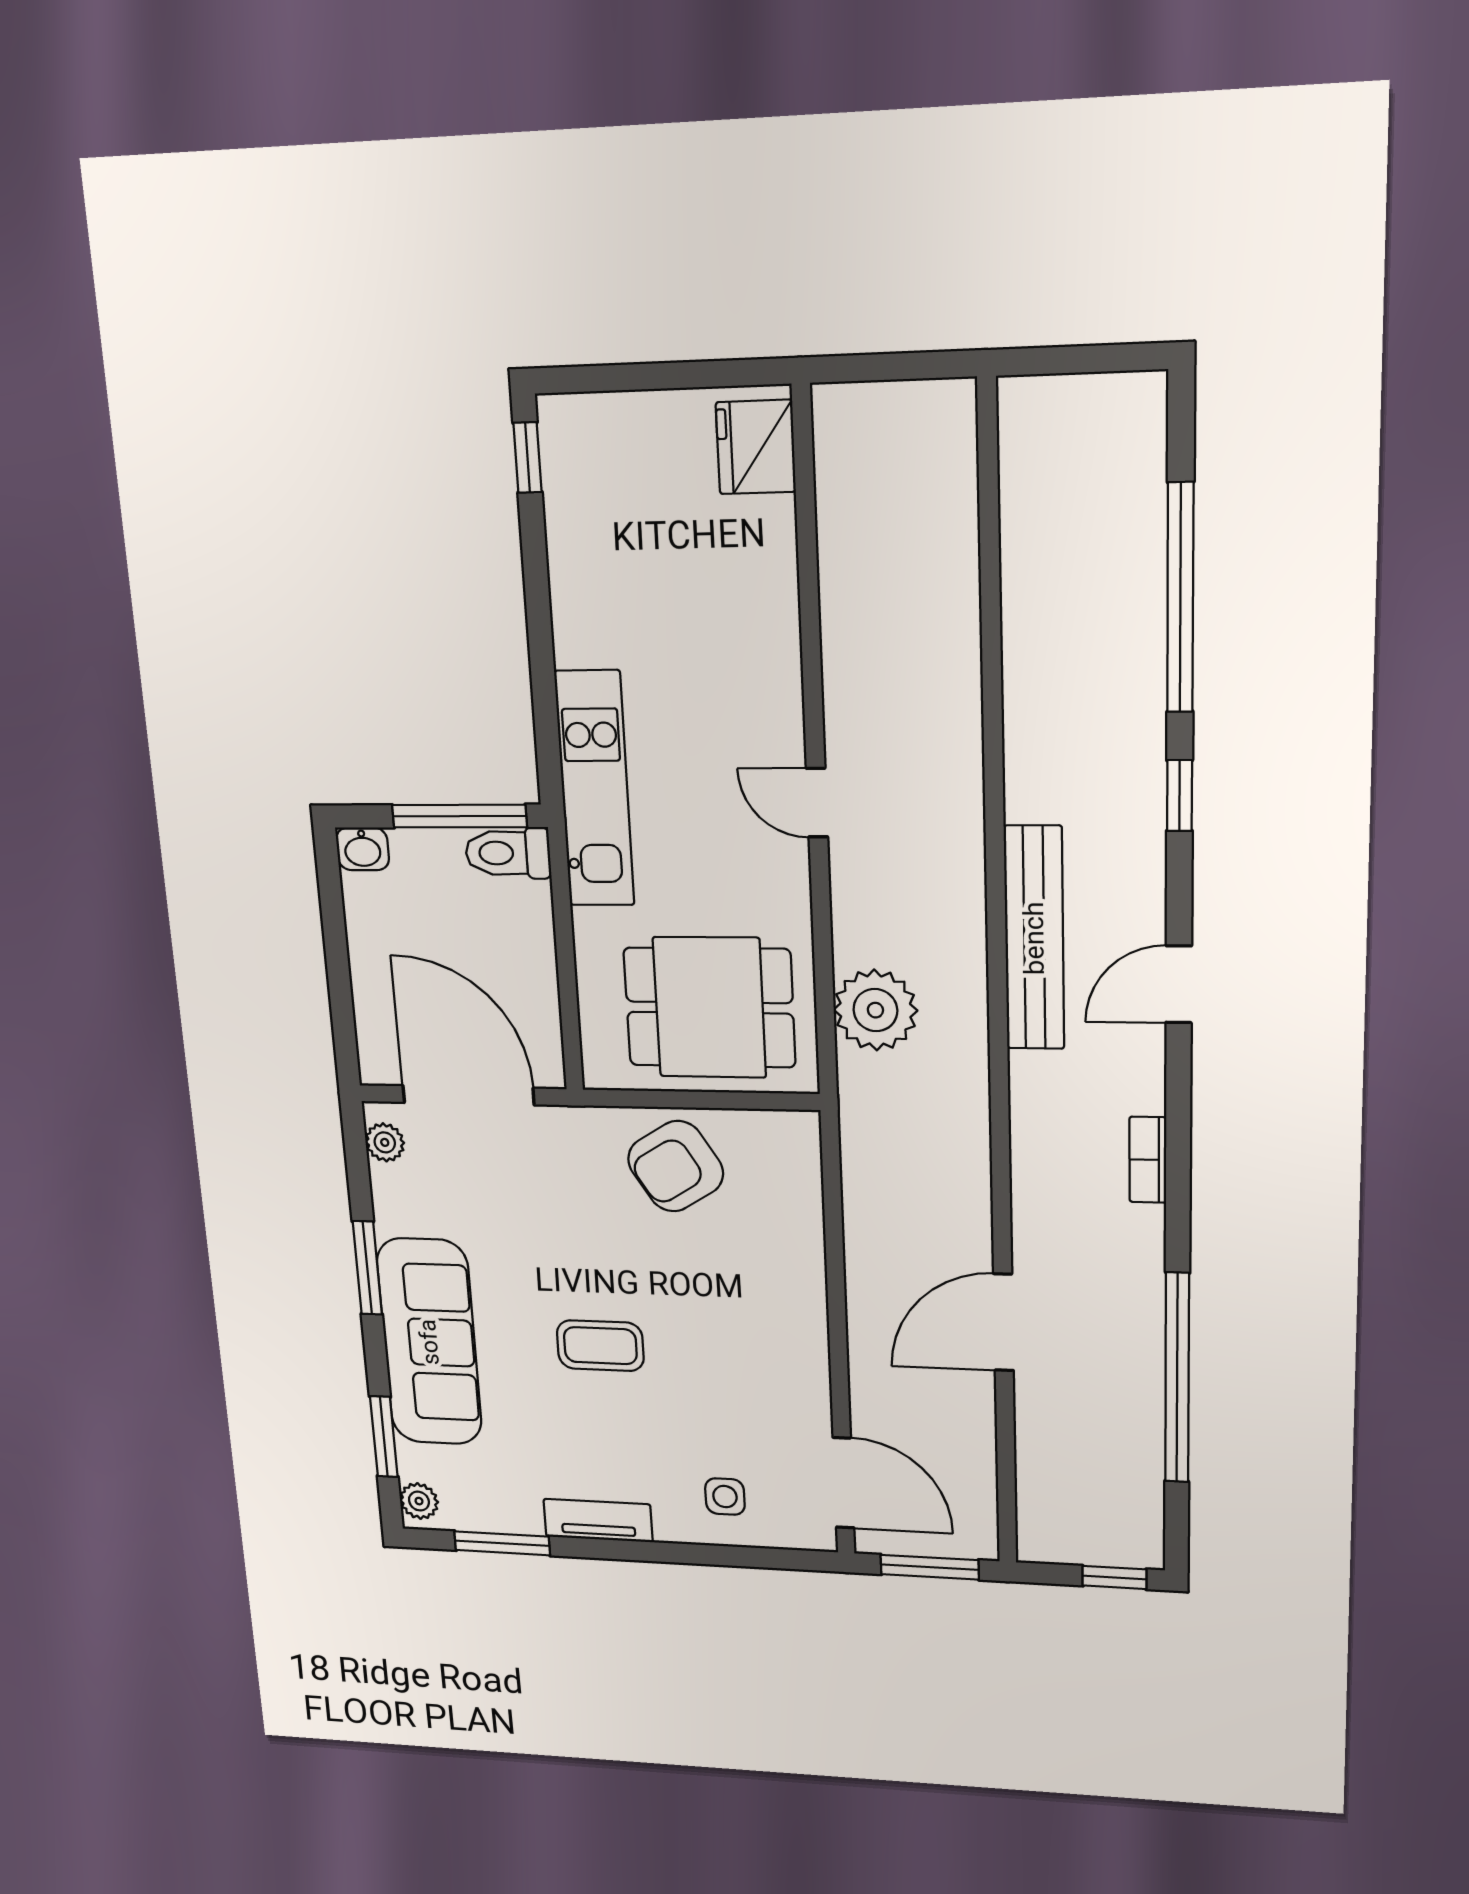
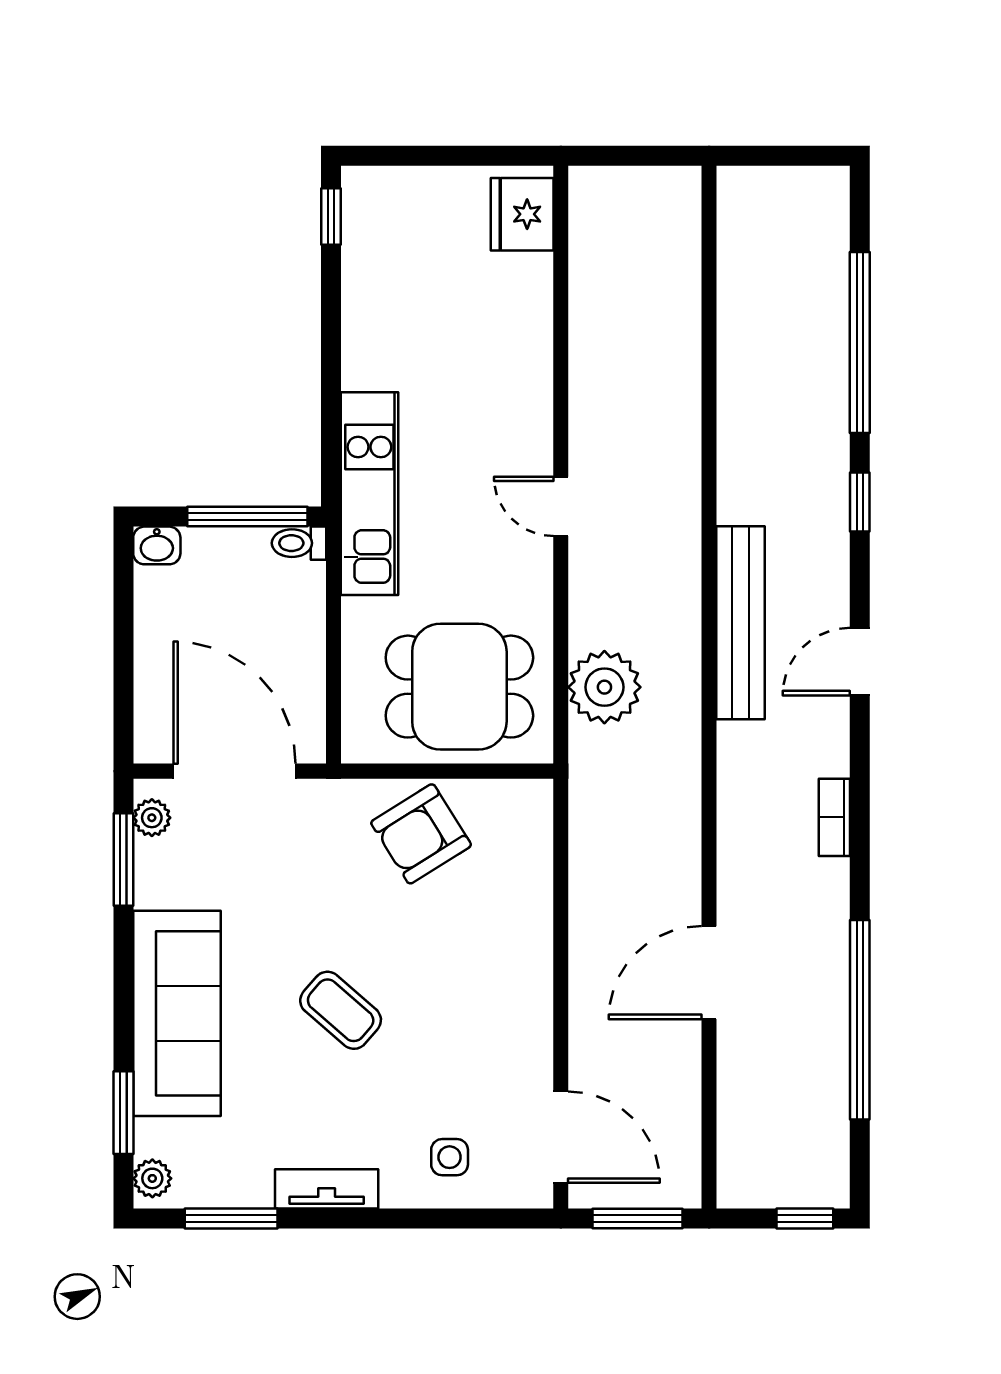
toilet: (508, 853) -> (299, 543), width x0.73, depth x0.72
window: (367, 1268) -> (123, 860), moved
coffee table: (600, 1346) -> (341, 1010), turned 41

